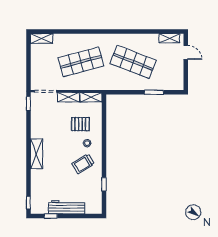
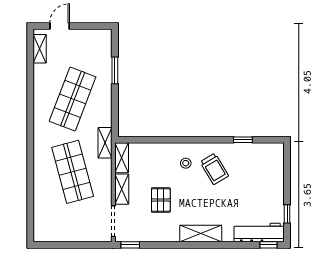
shelving: (42, 38) -> (105, 143), moved
pallet: (80, 124) -> (161, 200), moved
workbench: (67, 207) -> (259, 233), moved, turned 90

